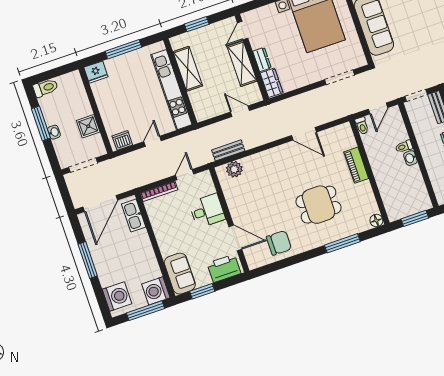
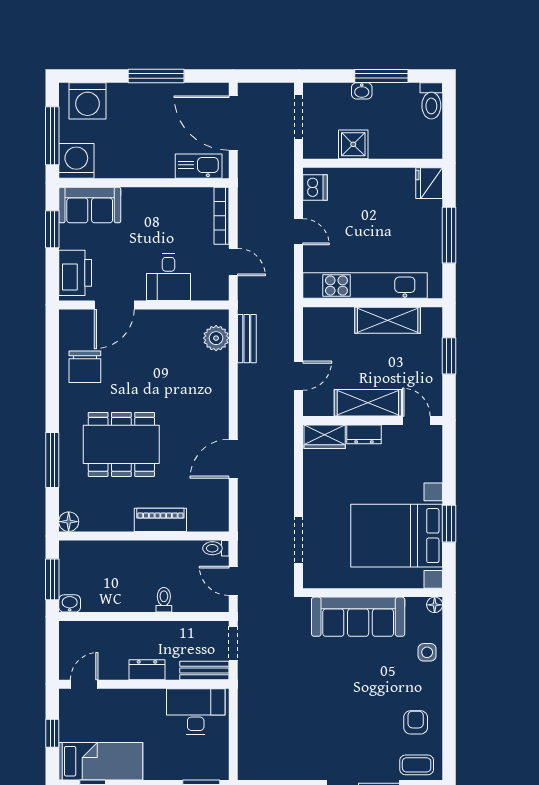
washbasin: (410, 158) -> (70, 603), moved
dining table: (318, 205) -> (121, 444), width x1.38

